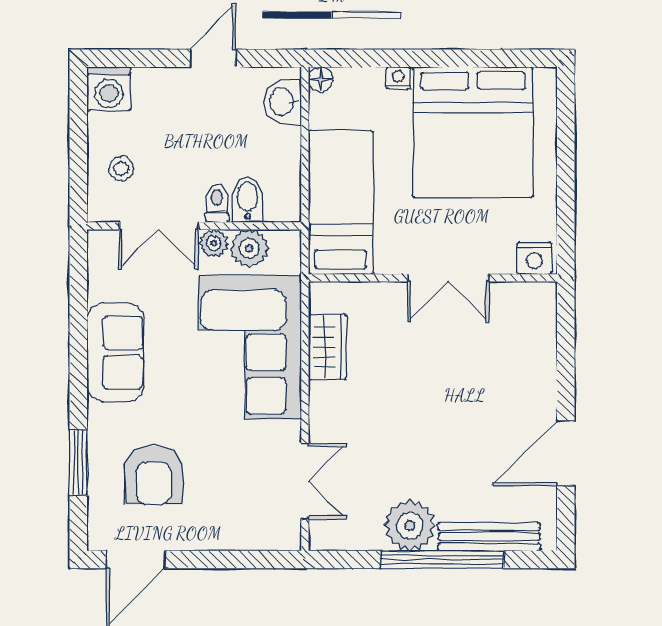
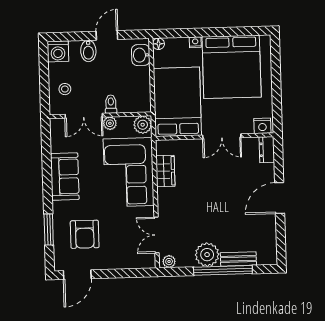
bidet: (247, 200) -> (88, 51), moved, turned 180
bed: (341, 202) -> (177, 102), width x1.50
plant: (249, 248) -> (143, 125), moved
dresser: (542, 308) -> (267, 150), added
door: (566, 453) -> (280, 198), moved
double door: (305, 481) -> (157, 235), swing flipped
bench: (489, 537) -> (238, 259), width x0.73
plant: (329, 538) -> (169, 262), added

